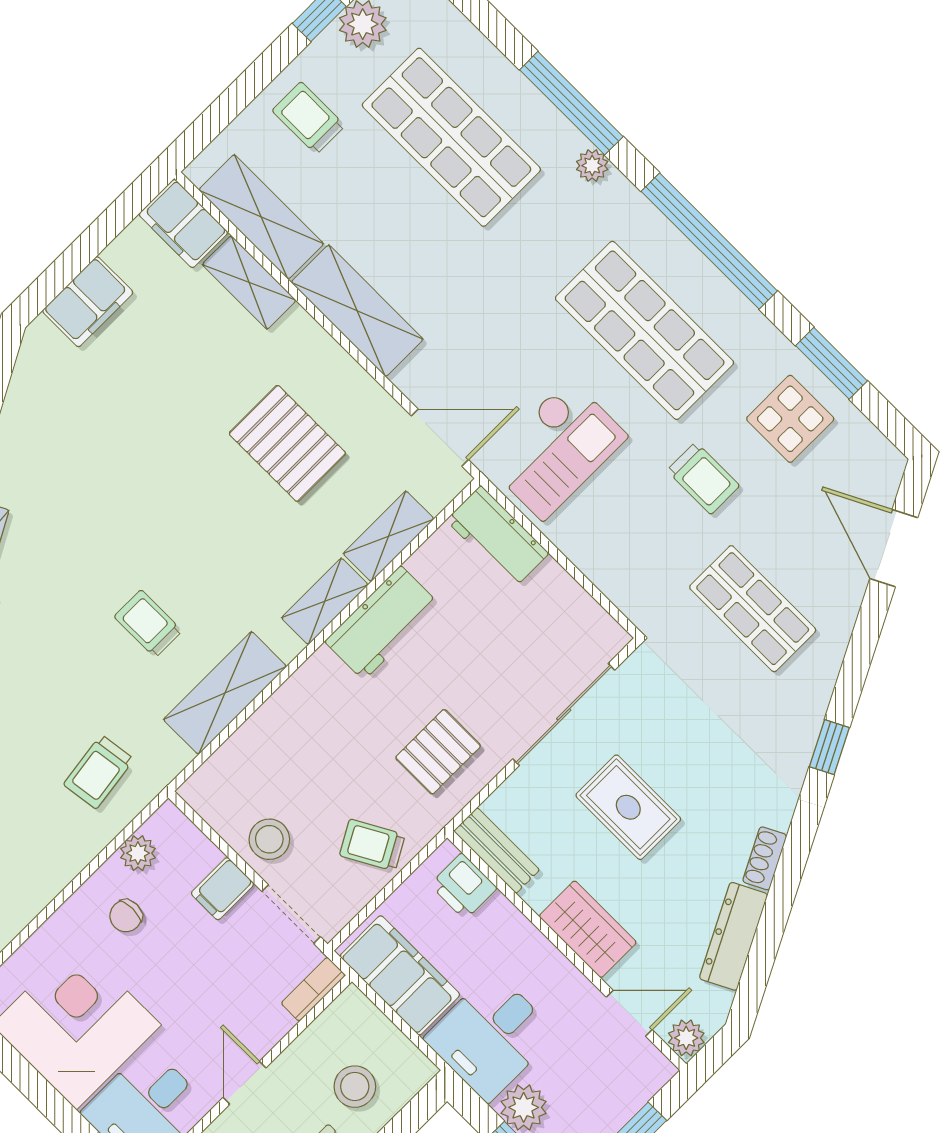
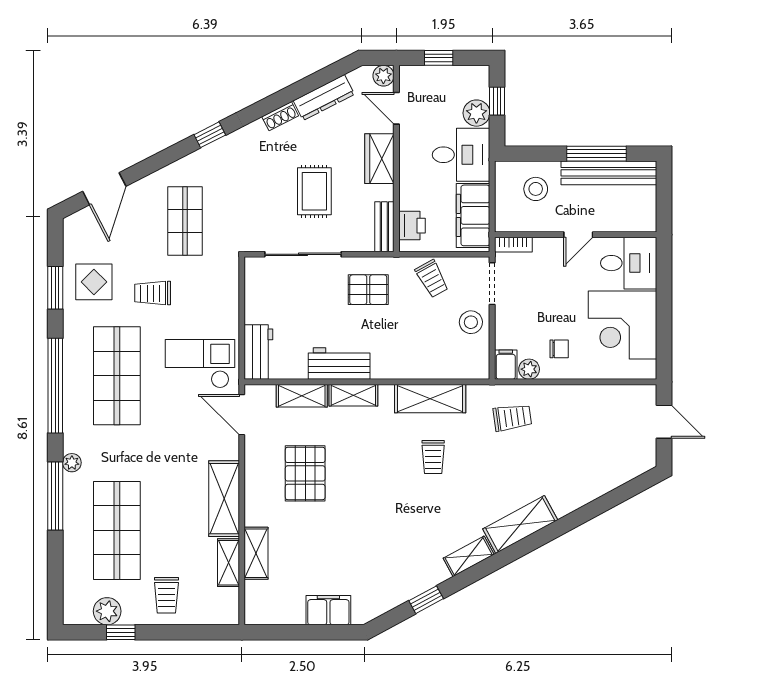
shelving: (261, 217) -> (229, 563), width x0.67, depth x0.75
filing cabinet: (183, 224) -> (259, 603), removed
trolley: (703, 478) -> (153, 293), turned -90
filing cabinet: (222, 889) -> (506, 365), moved, turned -90

